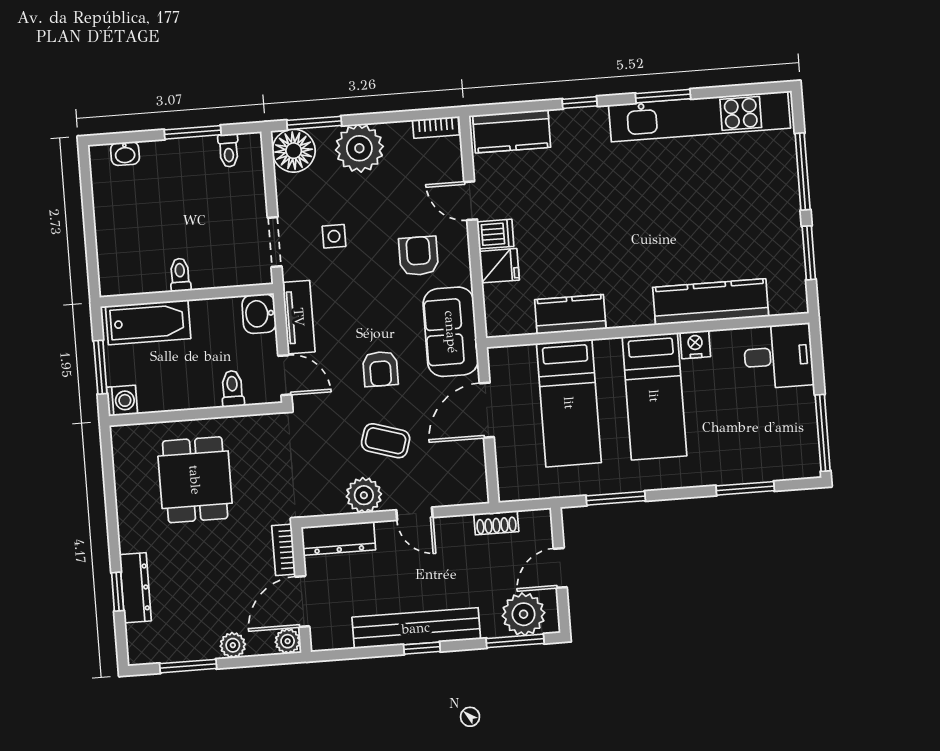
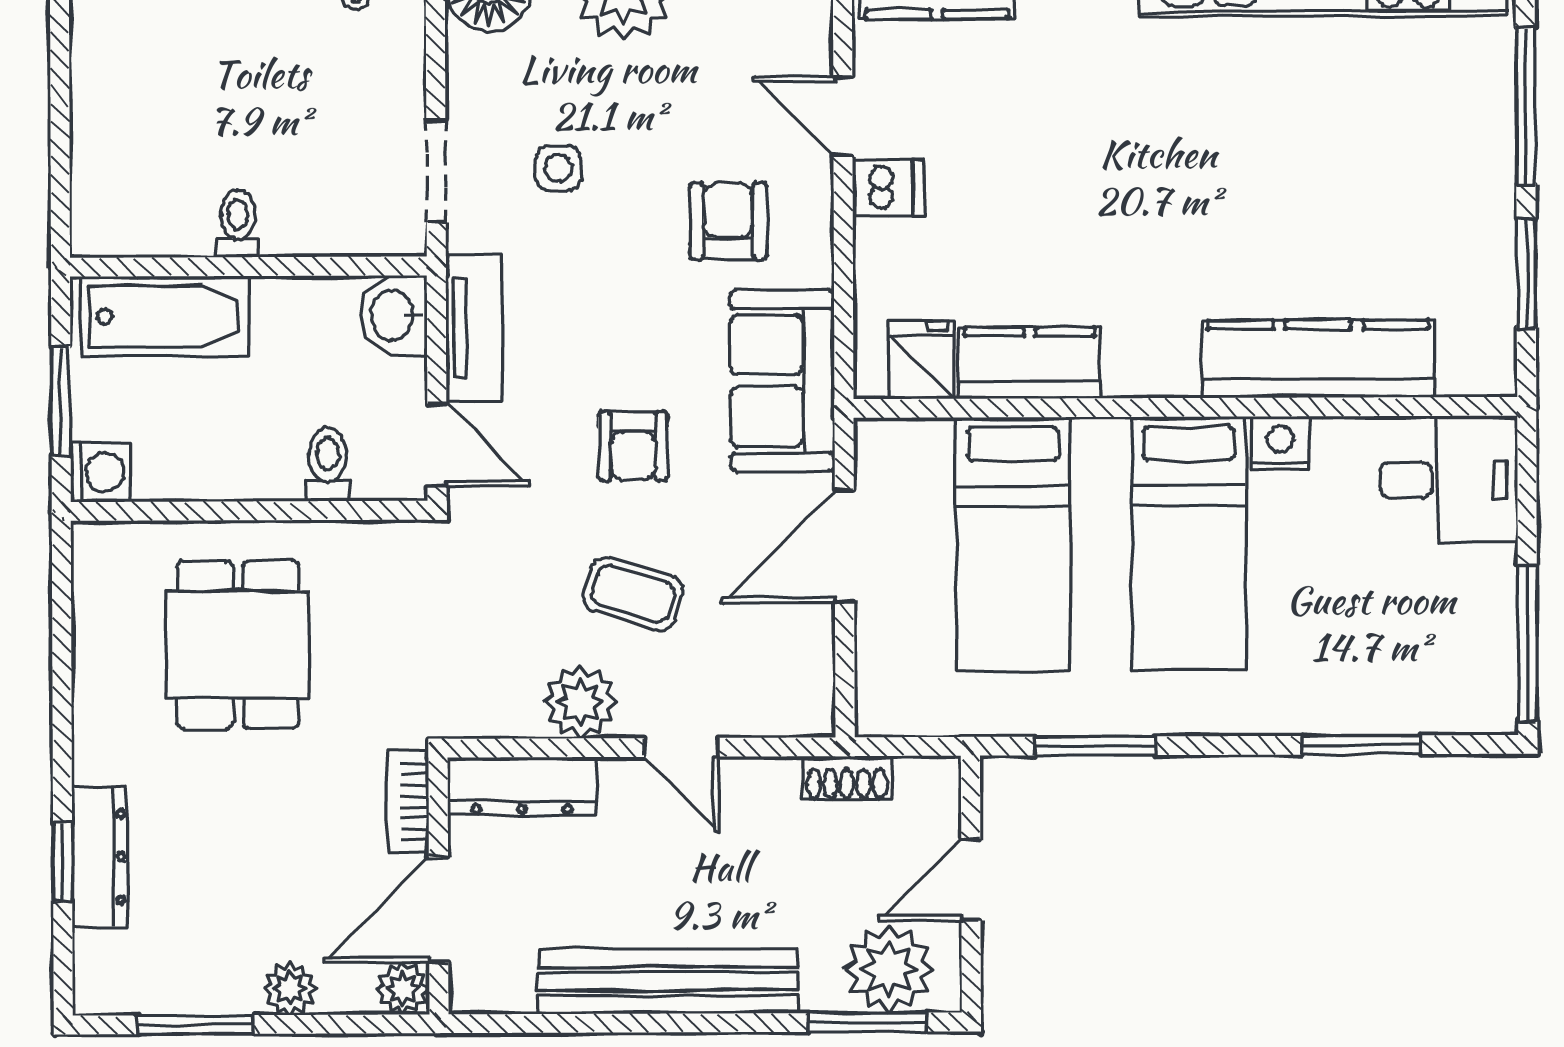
fridge: (499, 266) -> (921, 360), moved, turned -90
window: (422, 648) -> (676, 1023), removed

